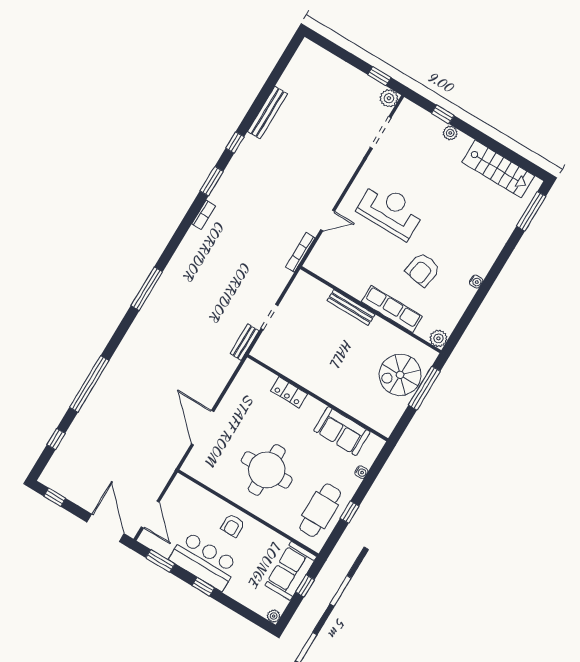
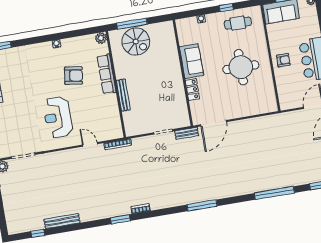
window: (235, 143) -> (38, 233), moved
door: (203, 428) -> (213, 123), moved
sofa: (342, 431) -> (192, 61), moved
cafe table: (320, 510) -> (238, 23), width x0.73, depth x0.74

